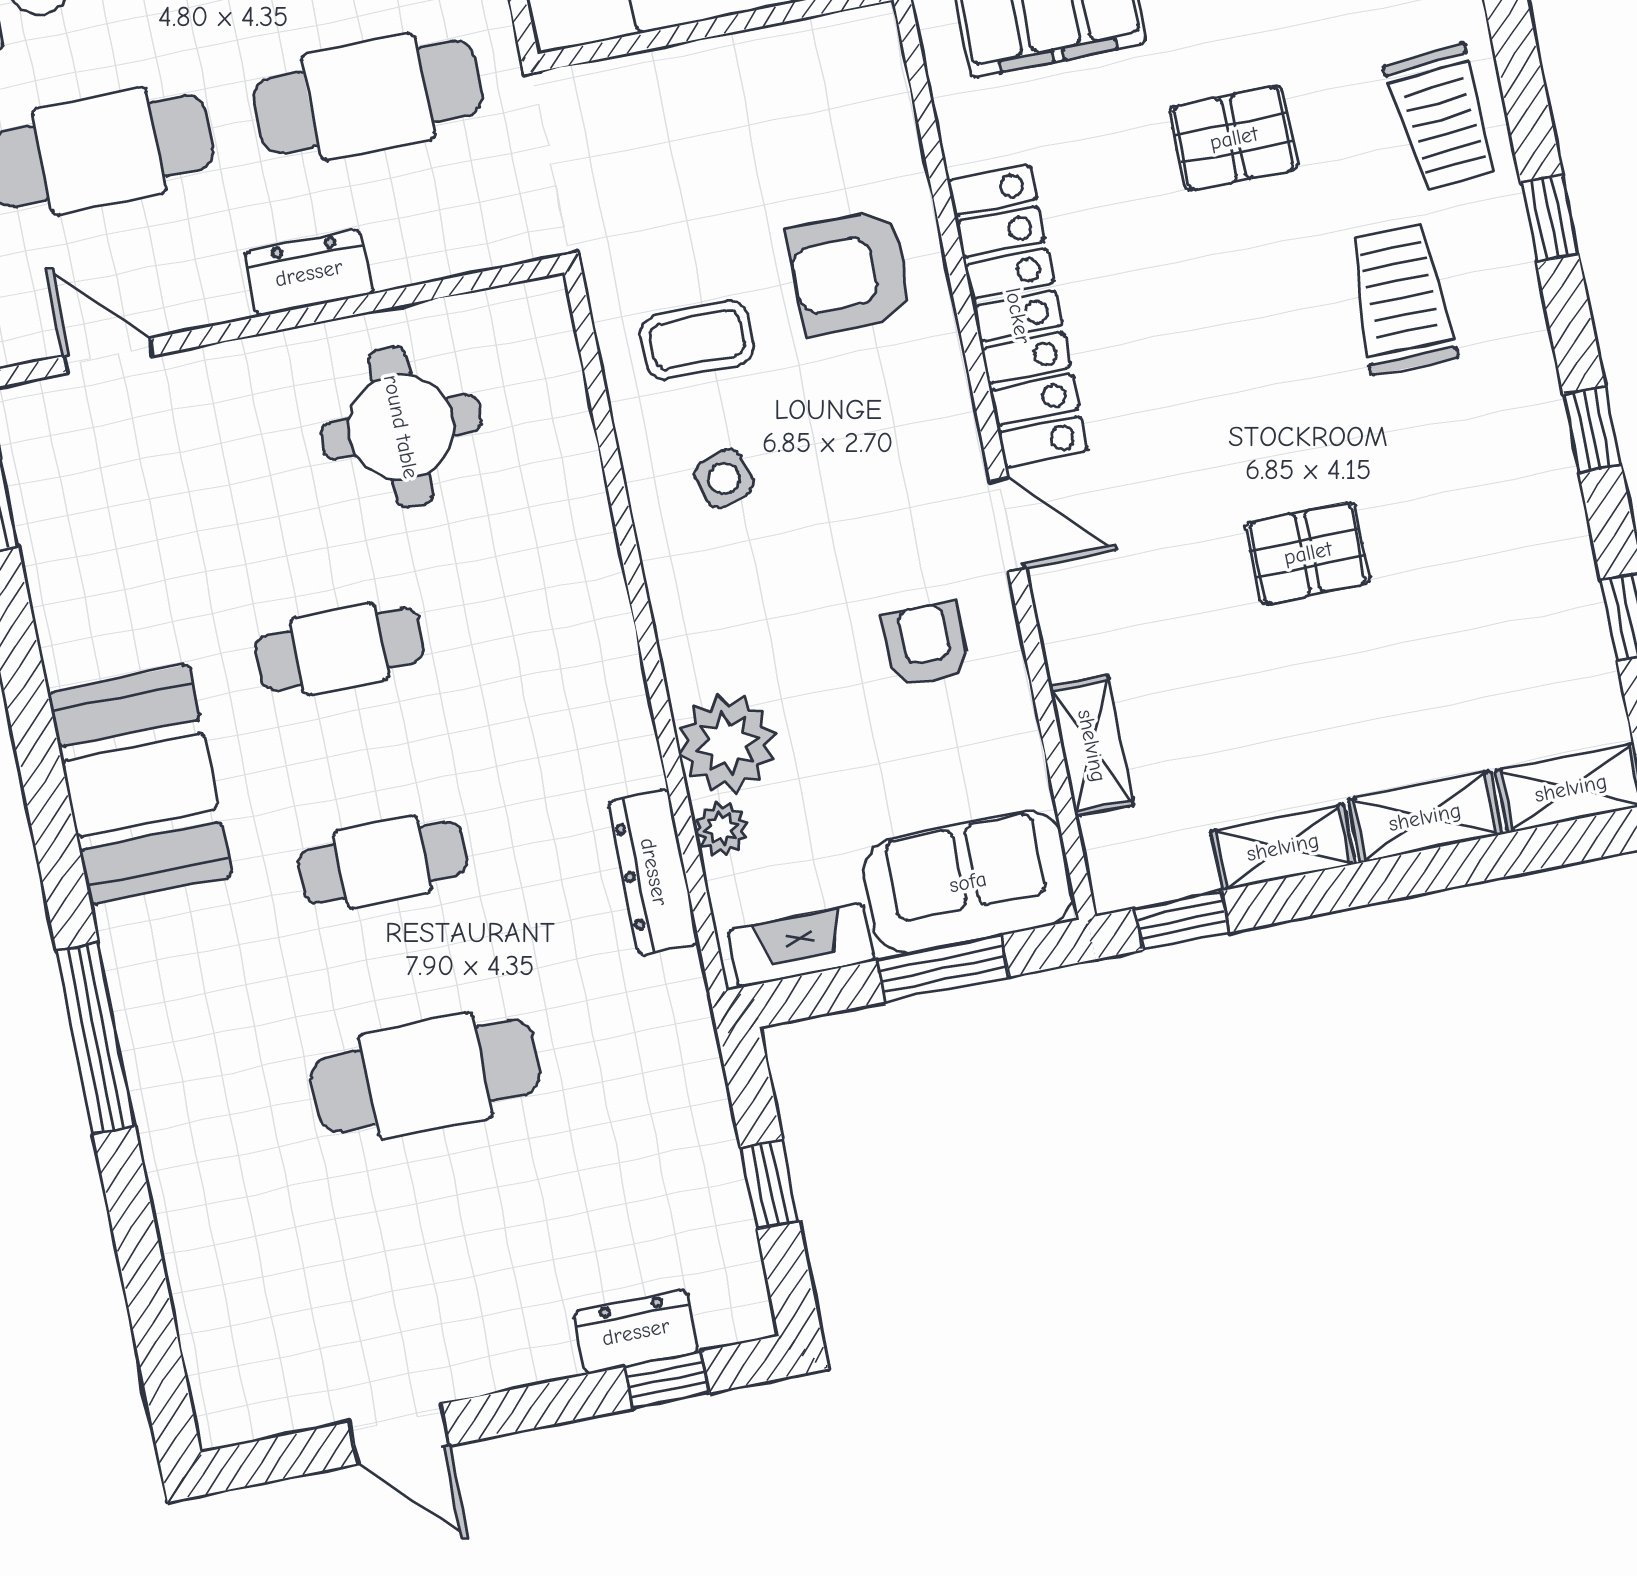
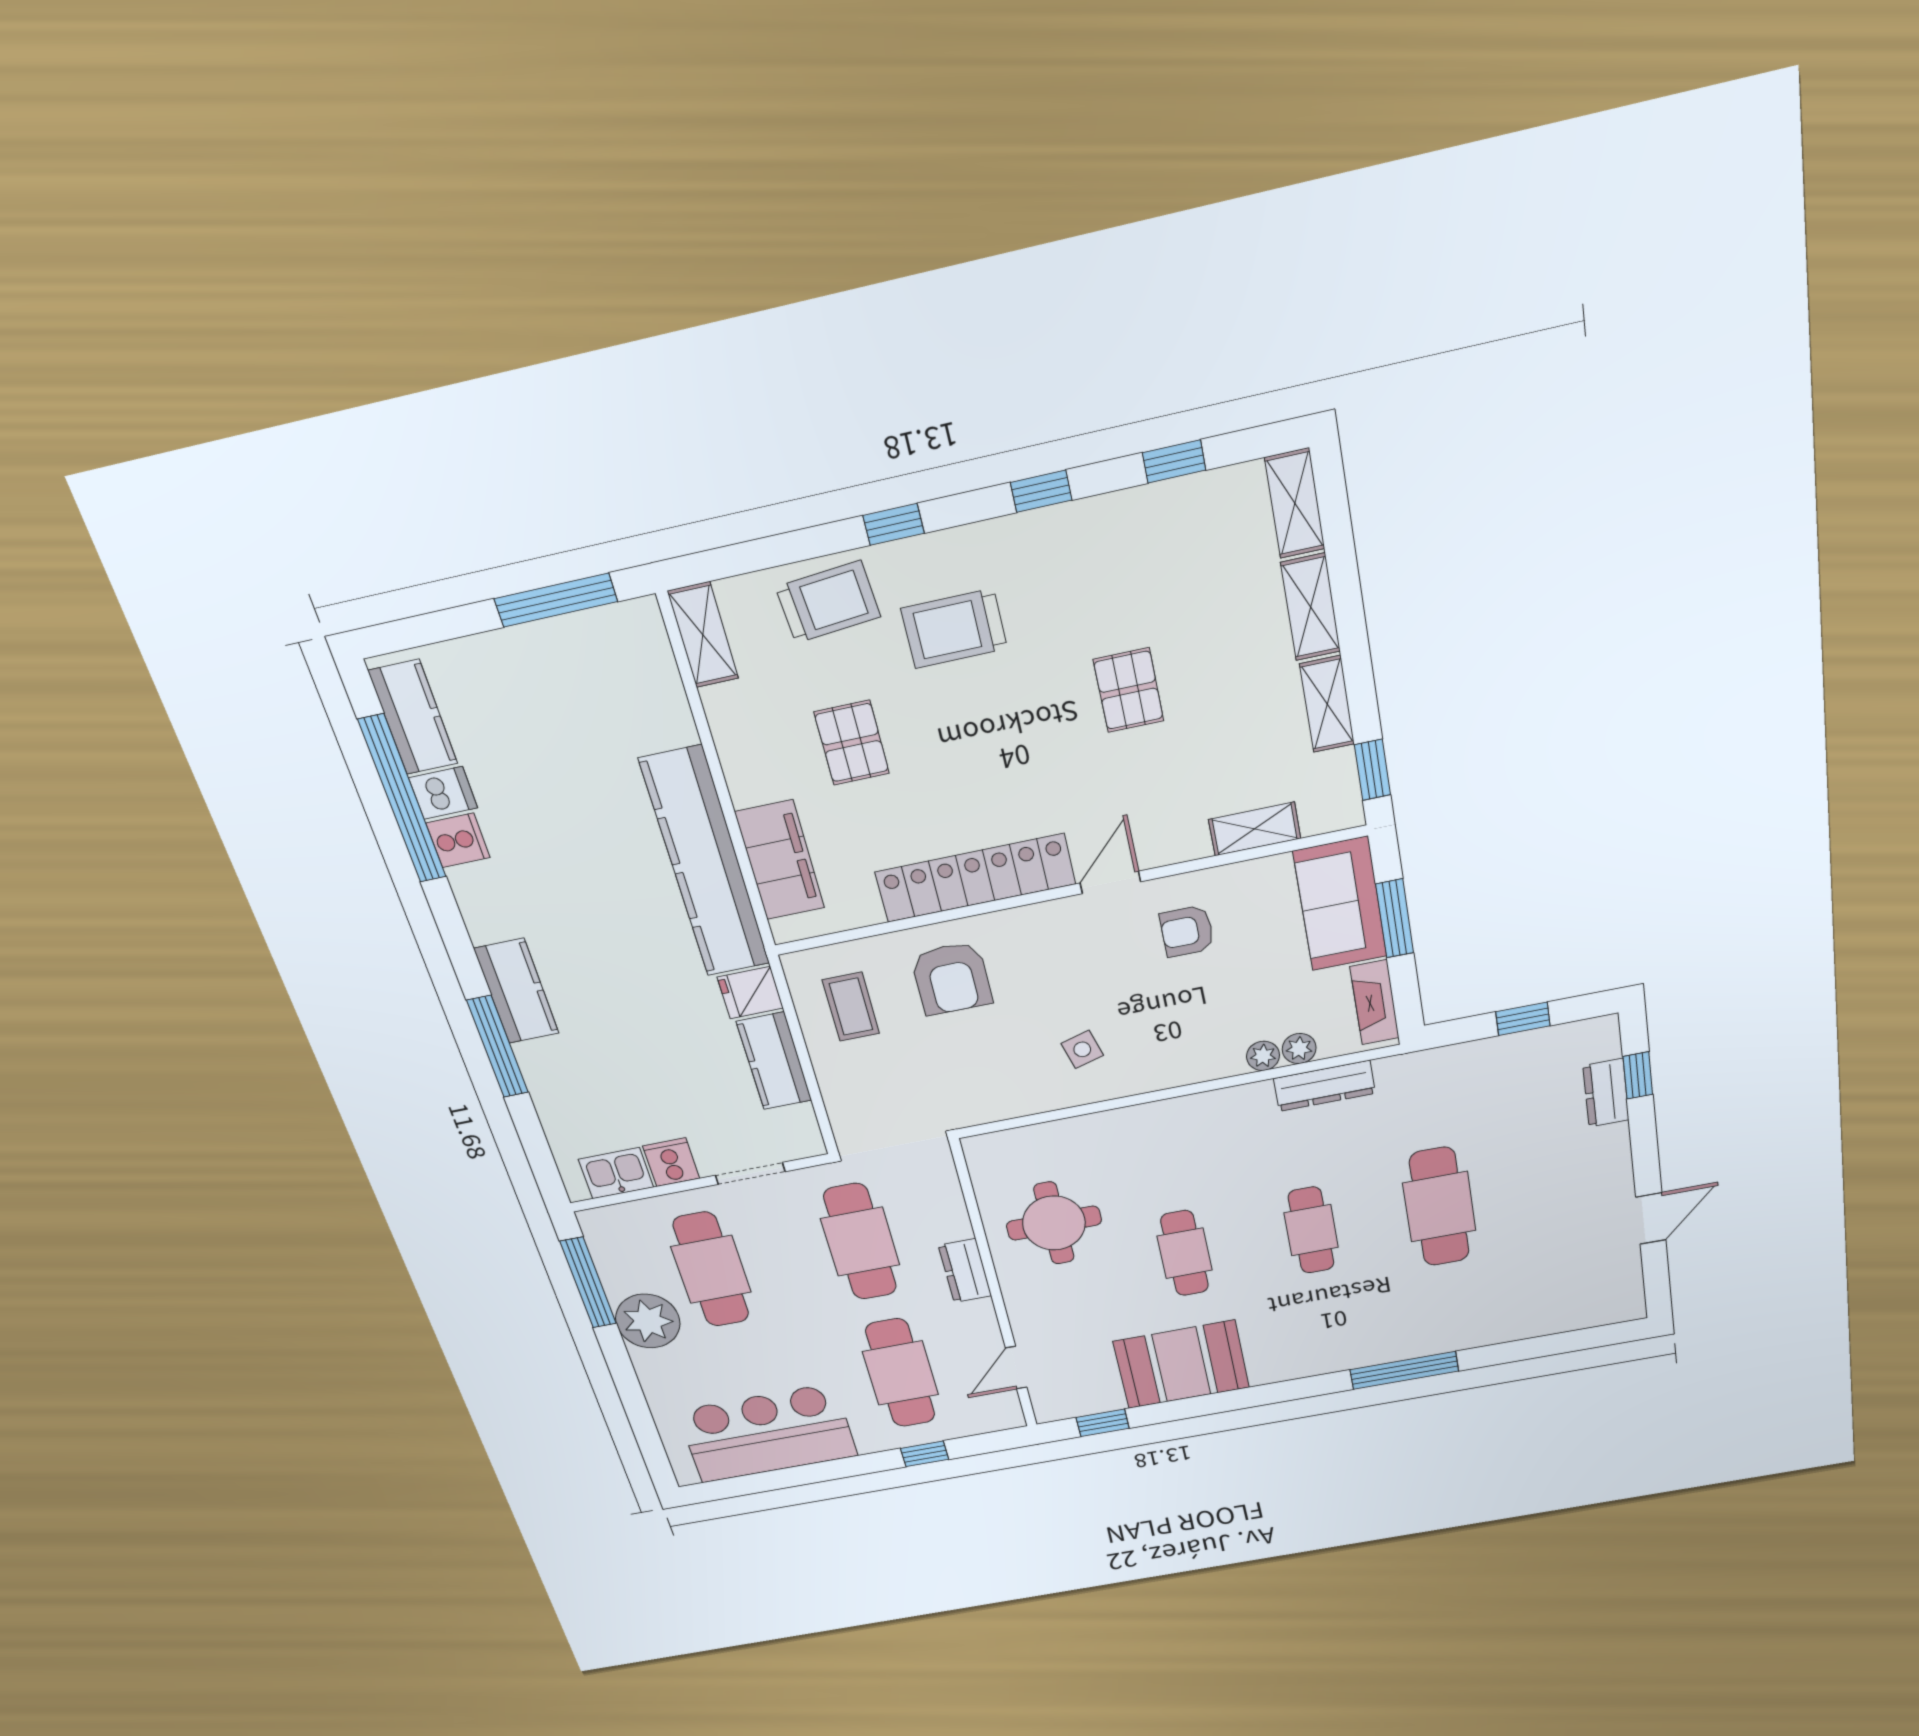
coffee table: (697, 340) -> (851, 1007), moved
plant: (727, 744) -> (1263, 1056), width x0.53, depth x0.53
booth: (140, 785) -> (1181, 1364), moved

